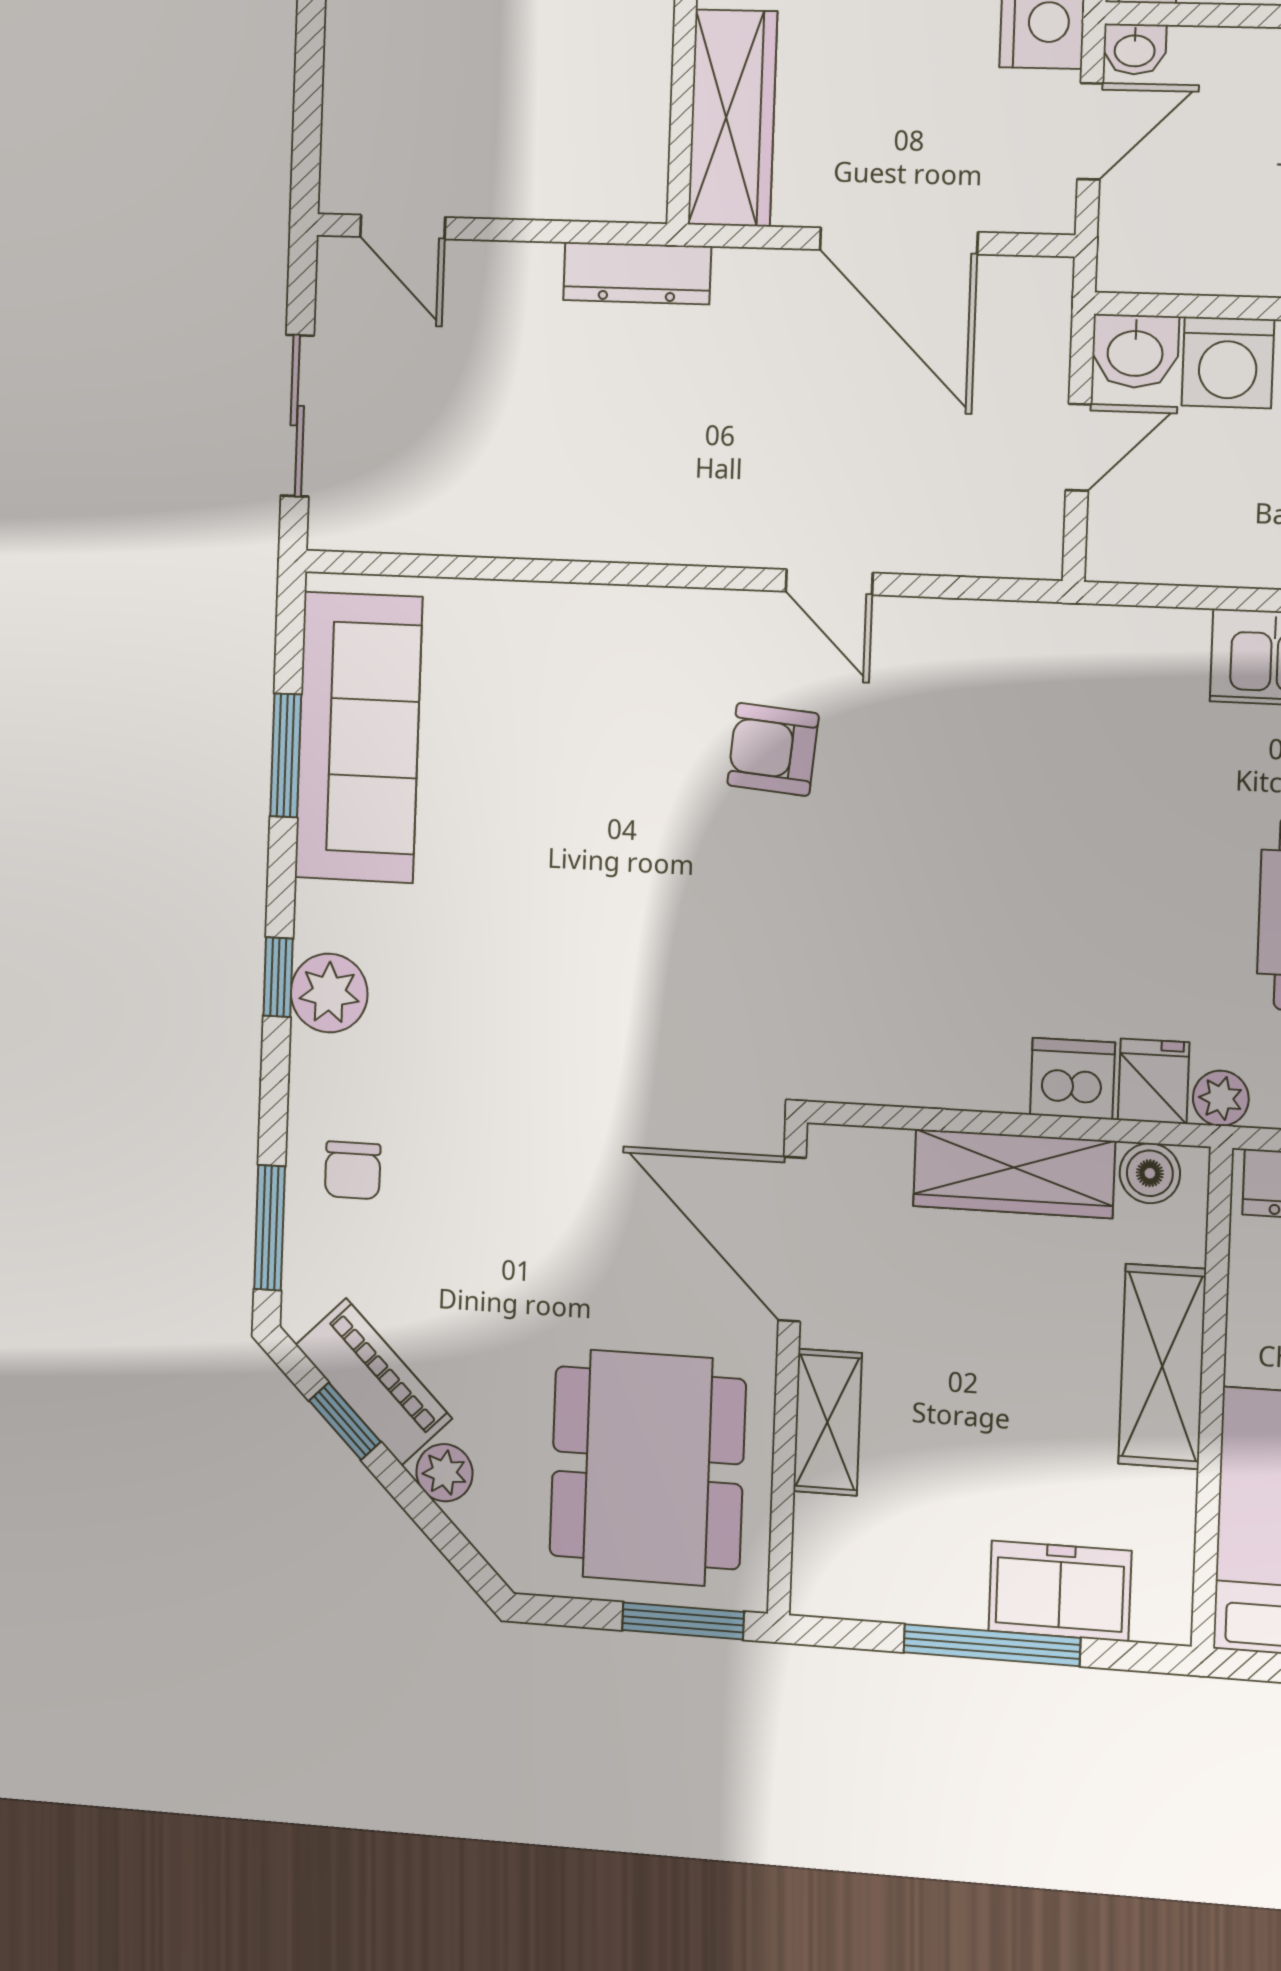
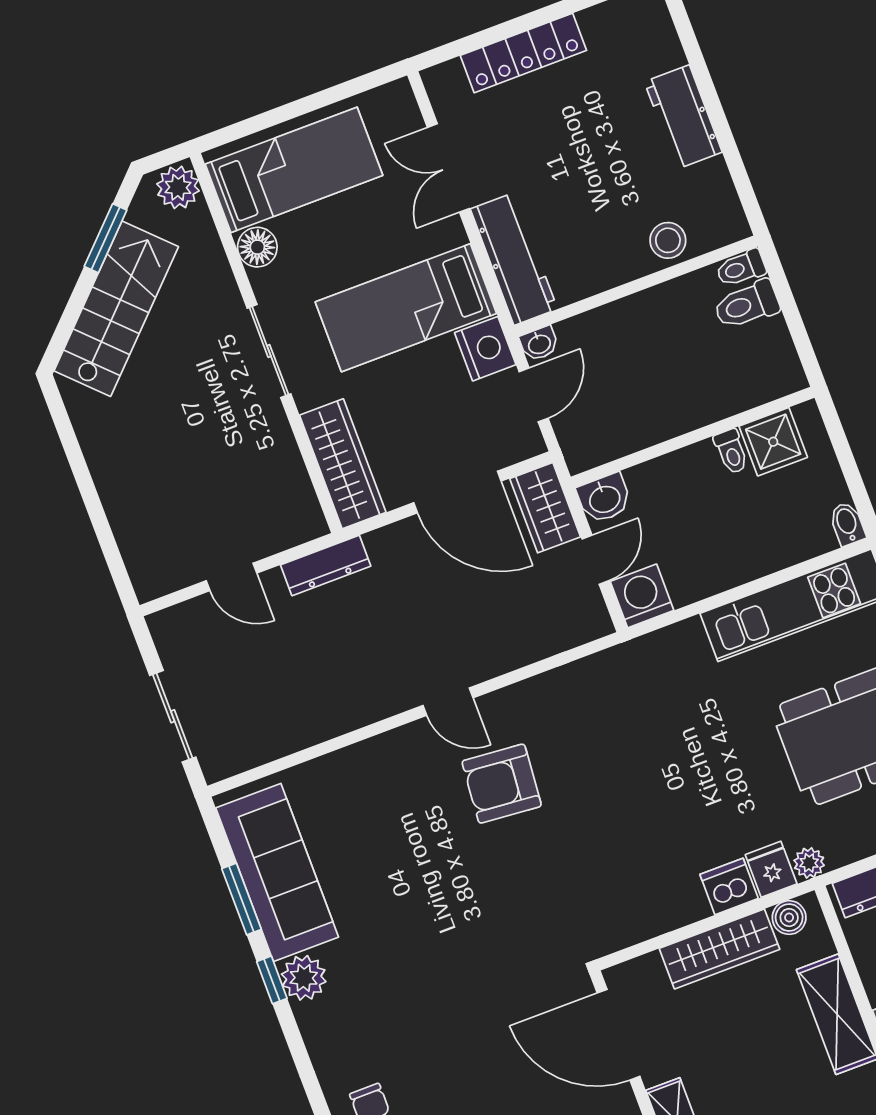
door: (403, 227) -> (231, 577), moved
wardrobe: (1031, 326) -> (545, 508), added
washing machine: (1228, 363) -> (642, 596), moved, turned 180
door: (829, 582) -> (448, 702), moved
armchair: (773, 749) -> (502, 784), width x1.38, depth x1.38
window: (278, 977) -> (272, 980), moved
plant: (329, 993) -> (304, 978), moved

